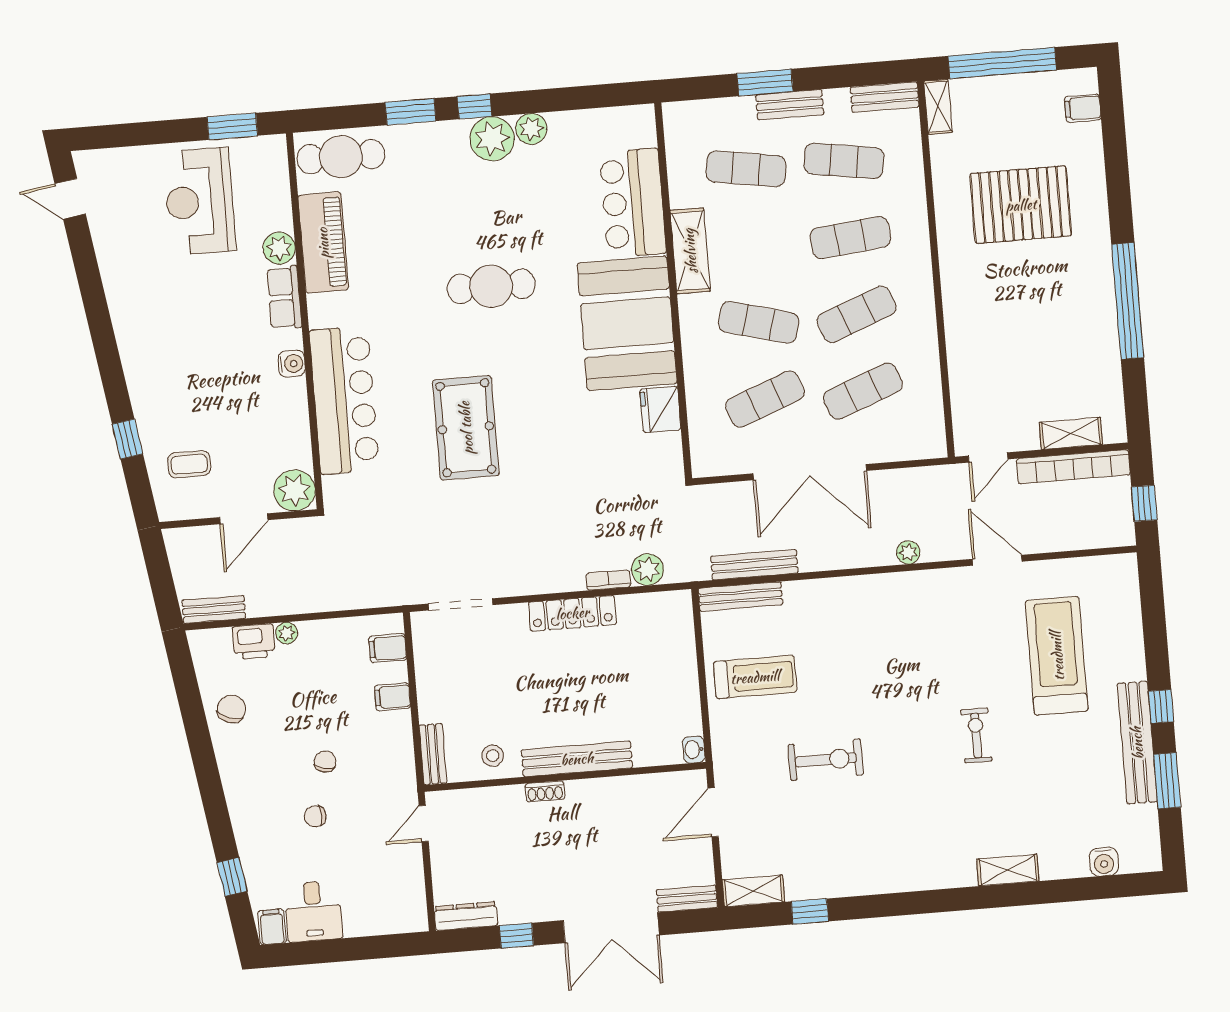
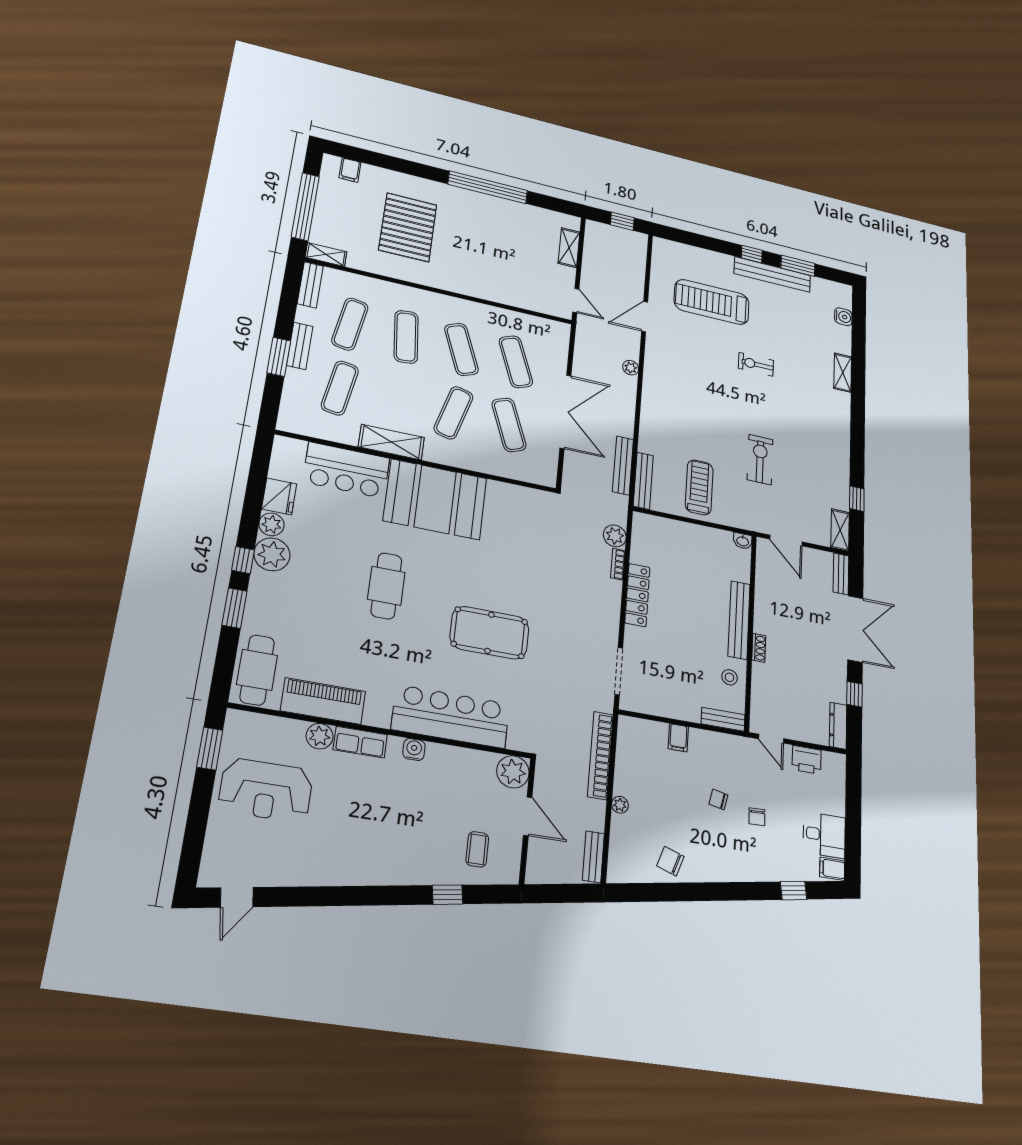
fridge: (660, 409) -> (279, 496), moved, turned -90
bookcase: (1073, 467) -> (600, 755), moved, turned 180
printer: (254, 642) -> (807, 760), moved, turned 90
filing cabinet: (388, 648) -> (642, 732), removed

